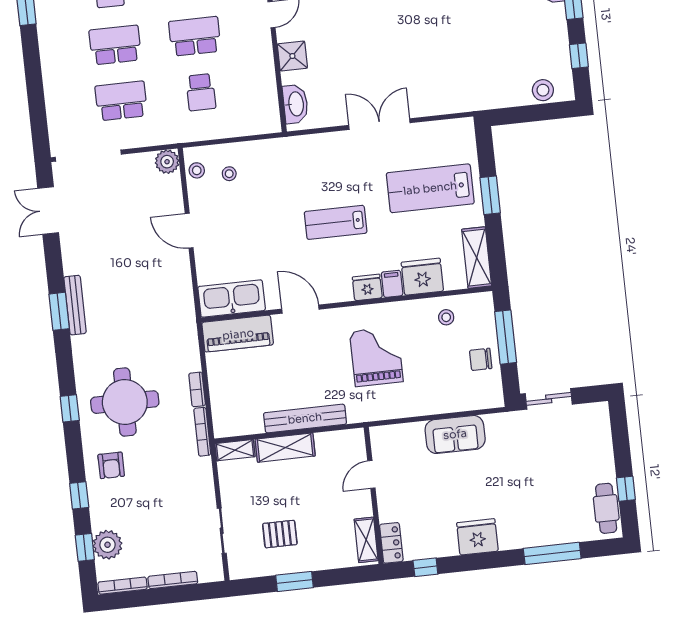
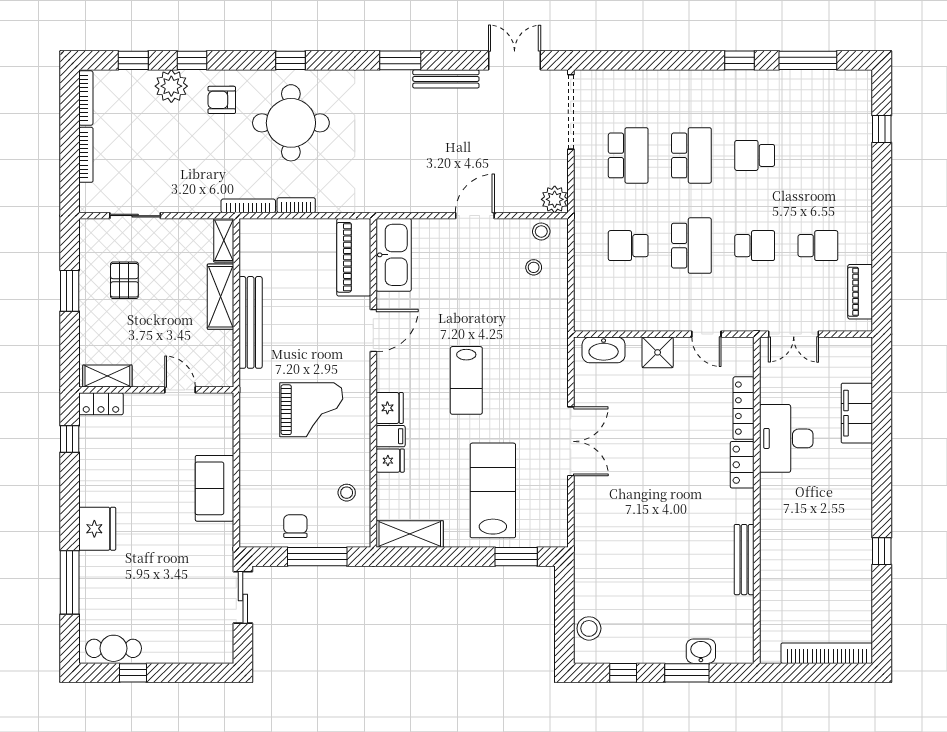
window: (490, 195) -> (516, 557), moved
lab bench: (336, 222) -> (466, 380), turned 180
fridge: (422, 277) -> (390, 461), width x0.53, depth x0.75
bench: (75, 305) -> (446, 79), moved
fridge: (477, 537) -> (97, 529), moved
plant: (107, 545) -> (171, 86), moved

